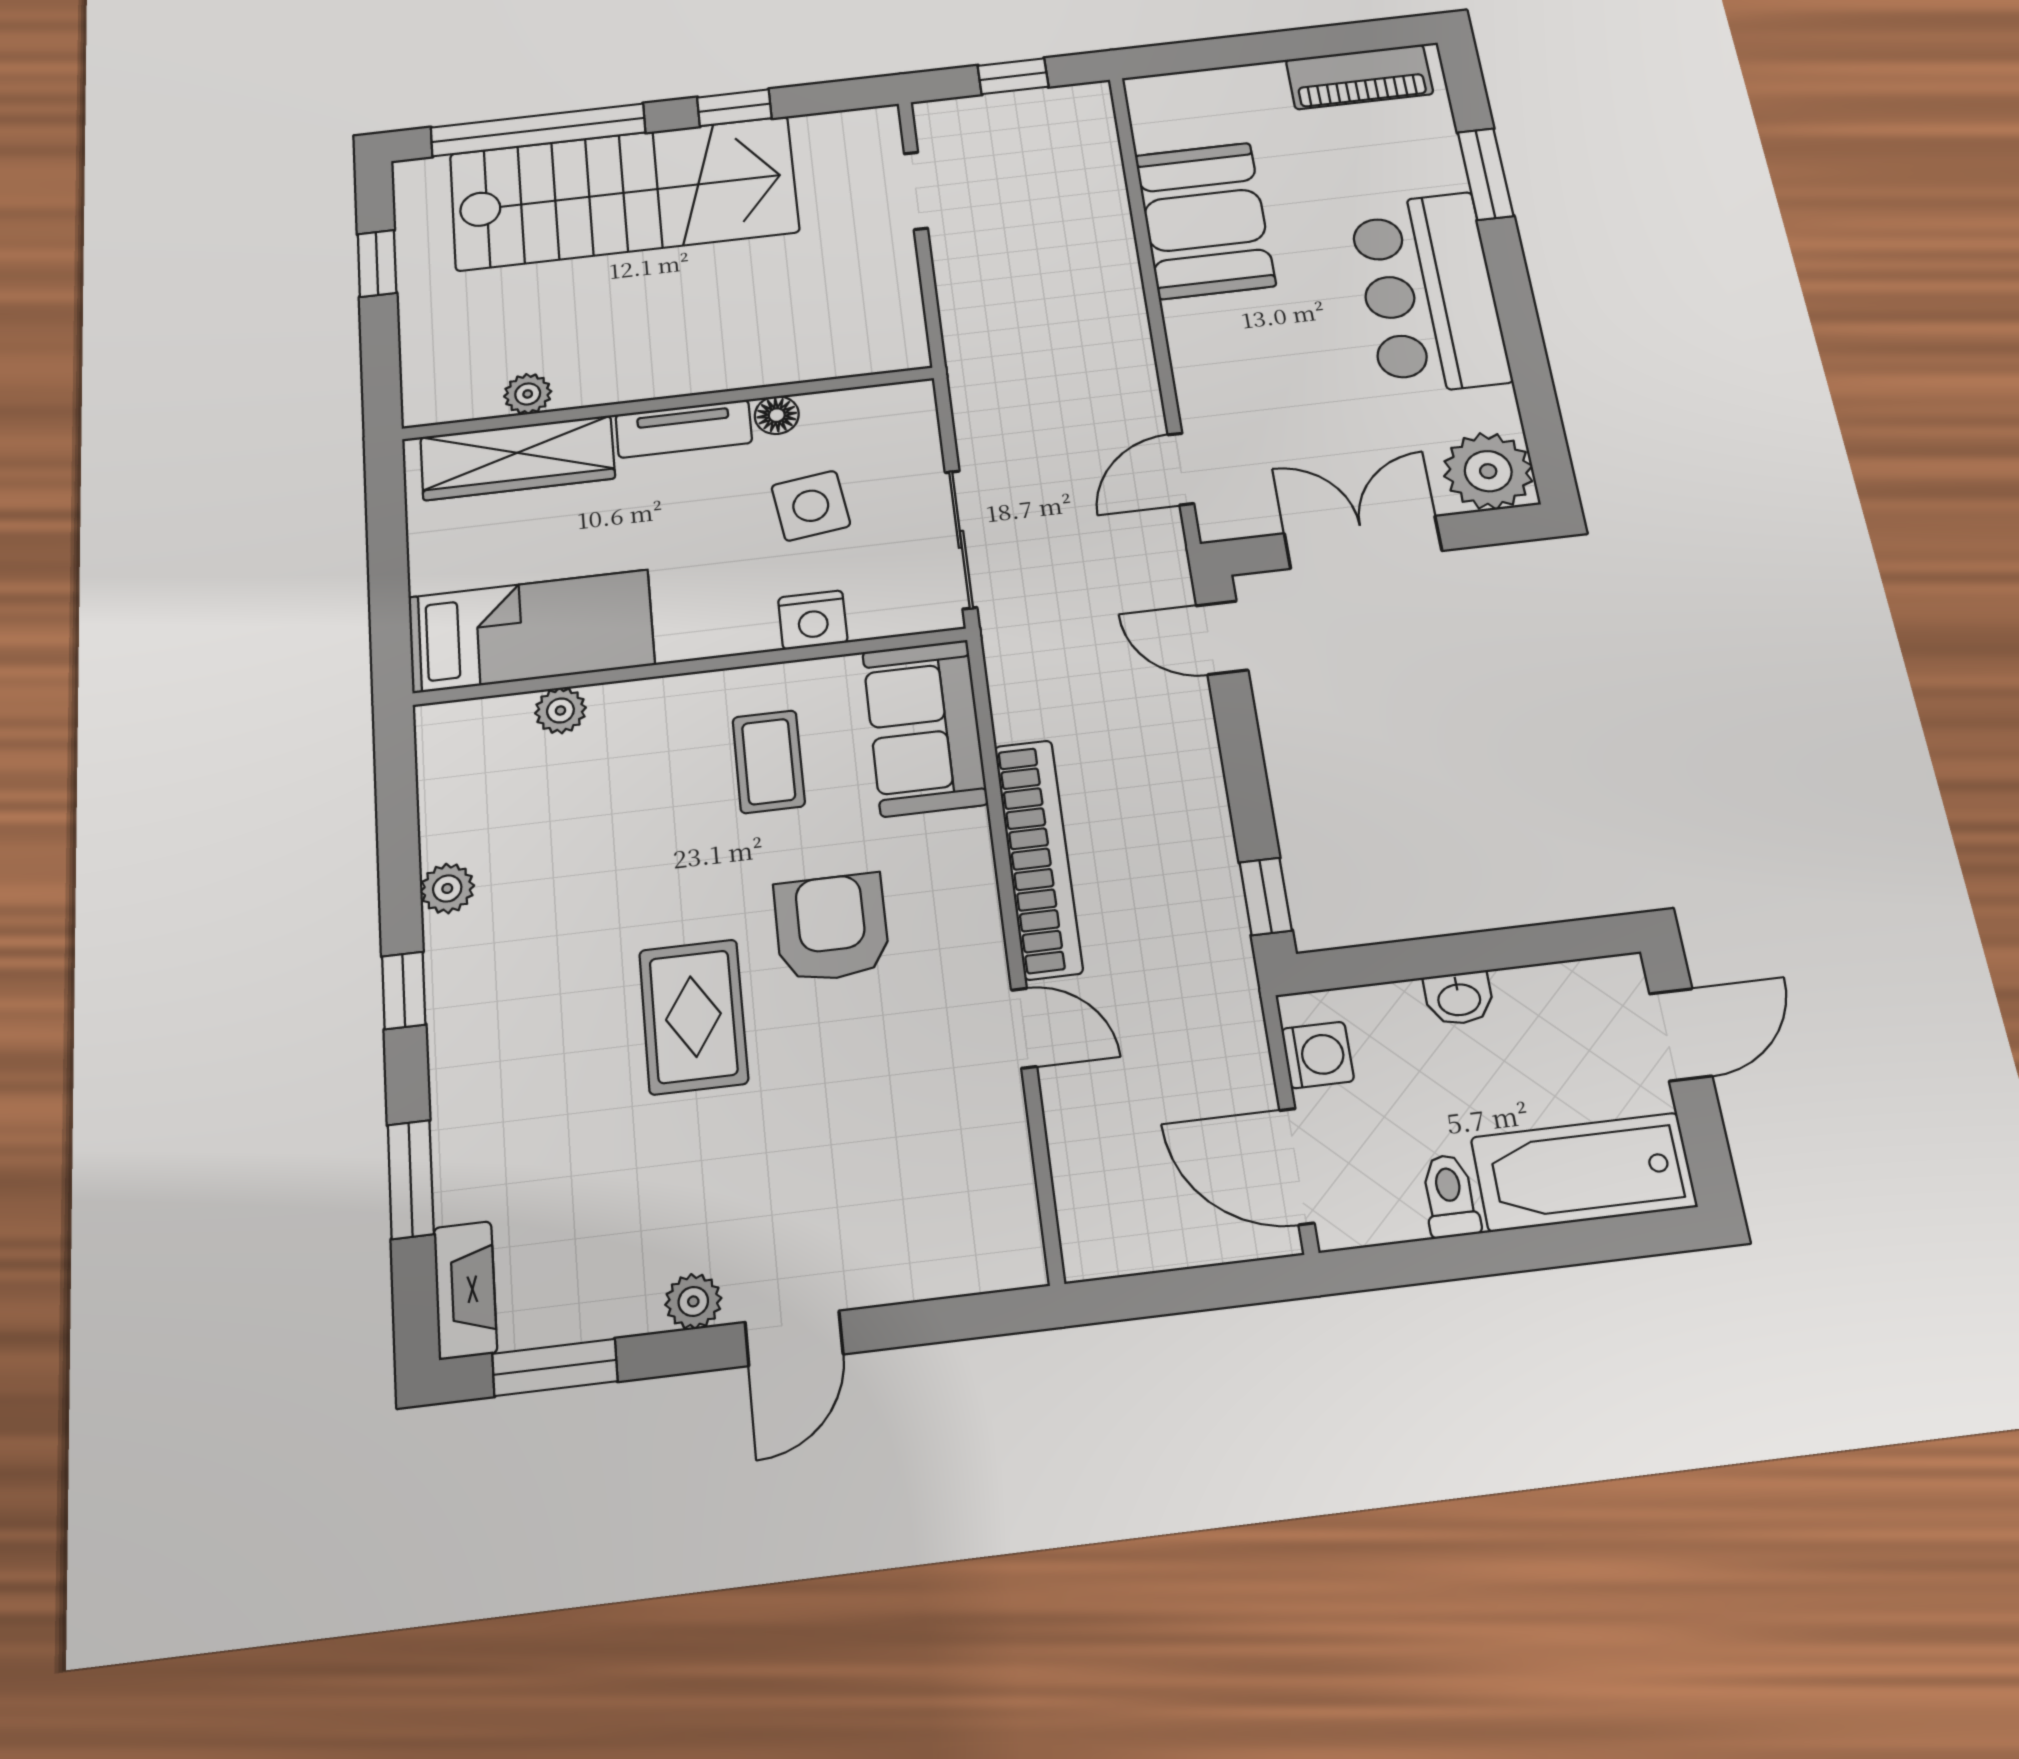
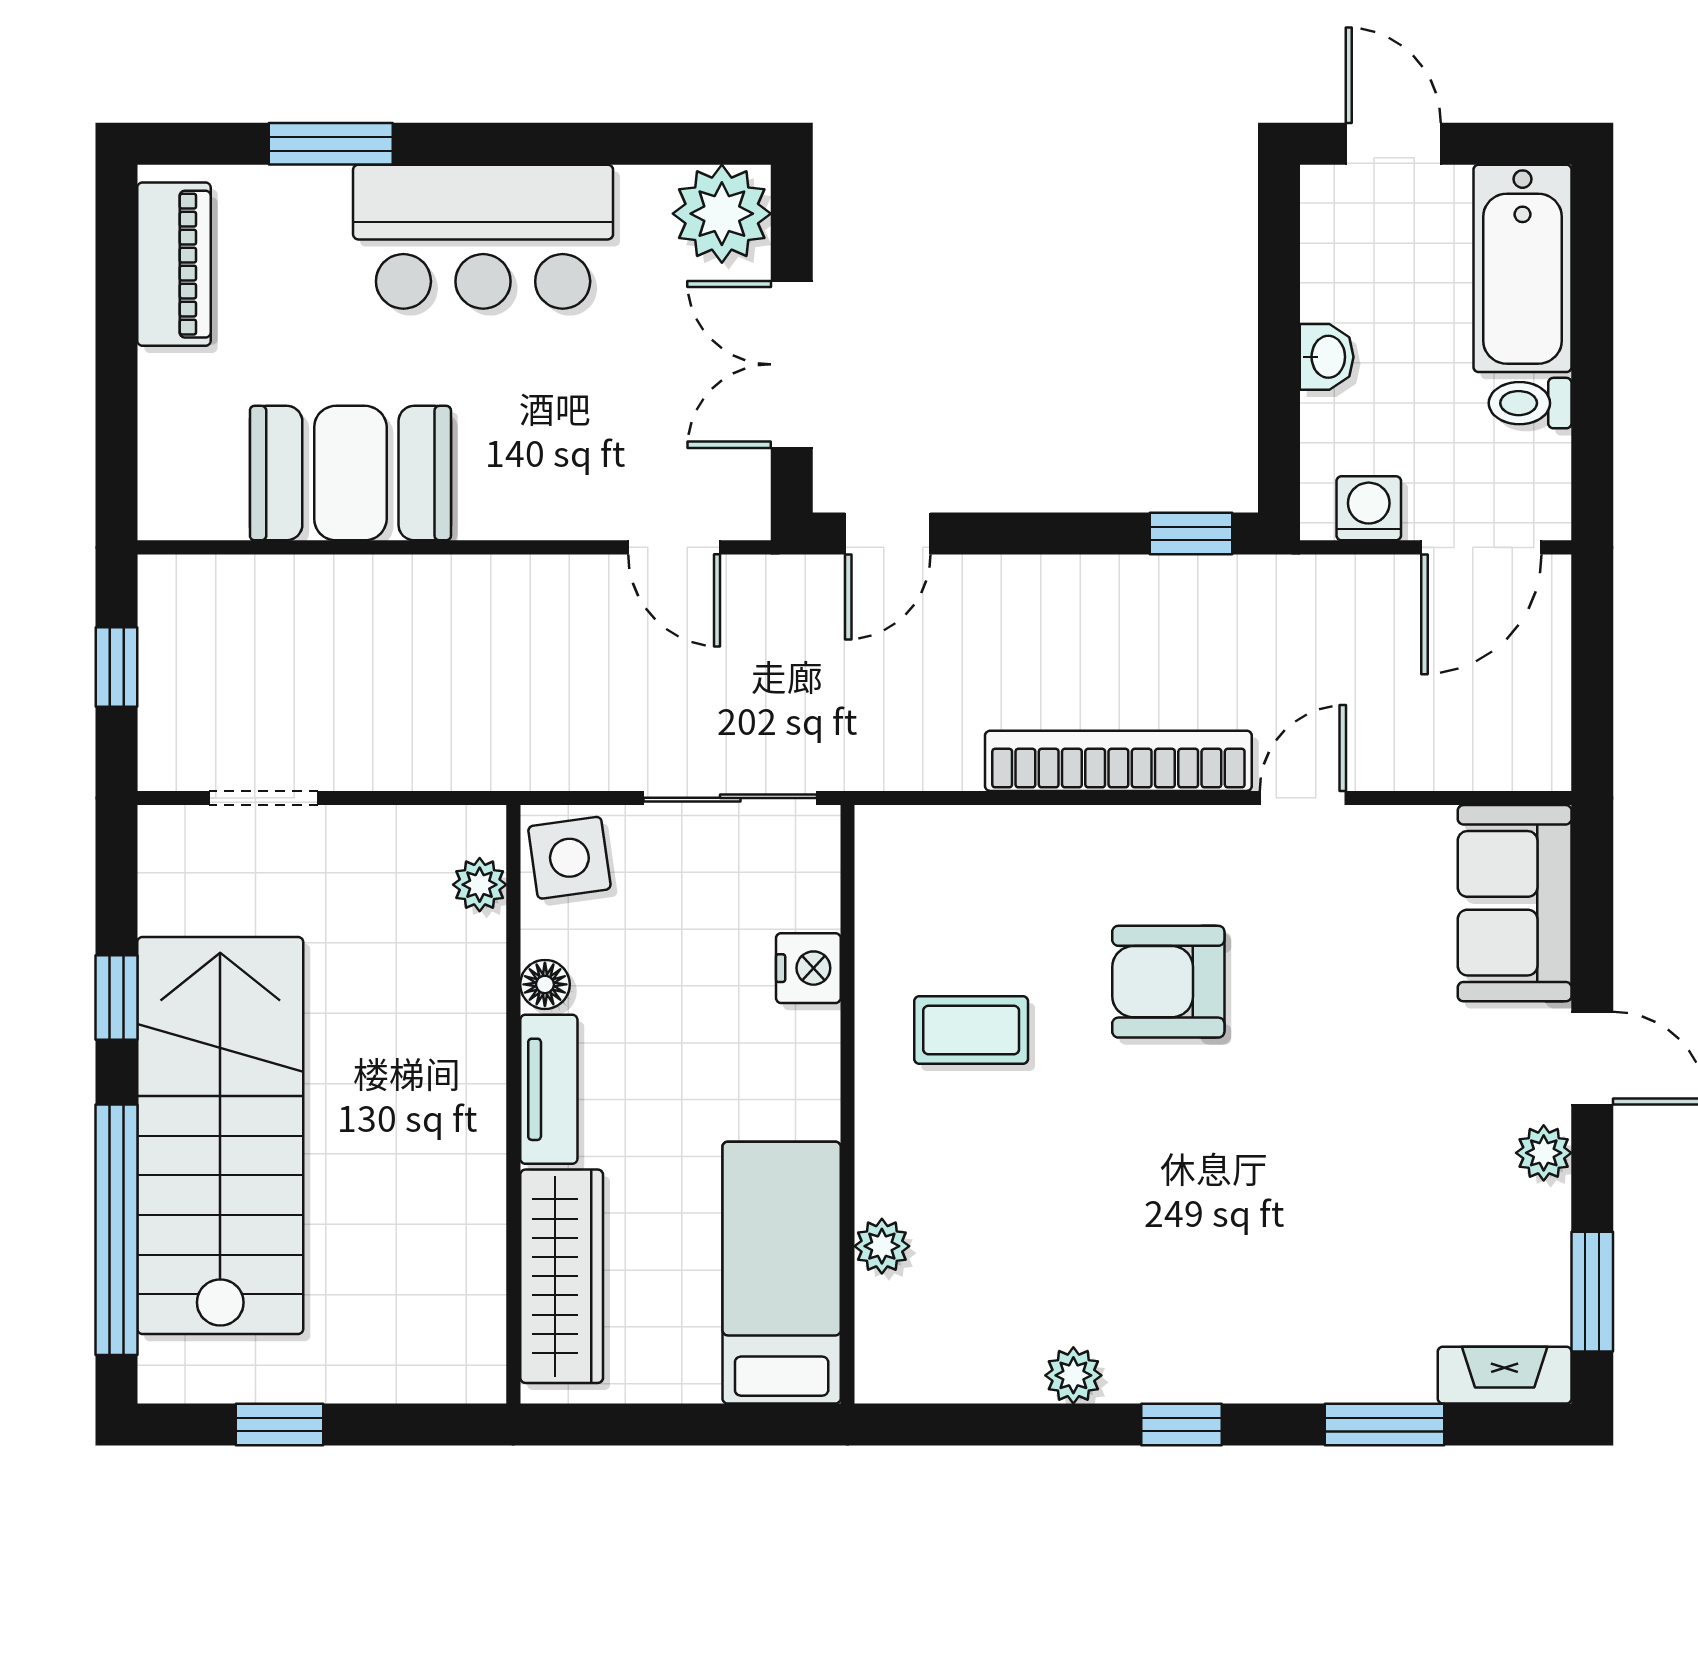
plant: (528, 394) -> (480, 885), moved
side table: (811, 506) -> (569, 858), moved
sofa: (925, 728) -> (1515, 903), moved, turned 90
rug: (693, 1017) -> (1248, 1131), removed

